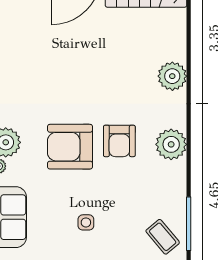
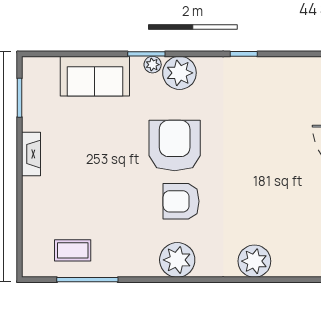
side table: (86, 222) -> (89, 164), removed
coffee table: (163, 237) -> (73, 250), turned 40

